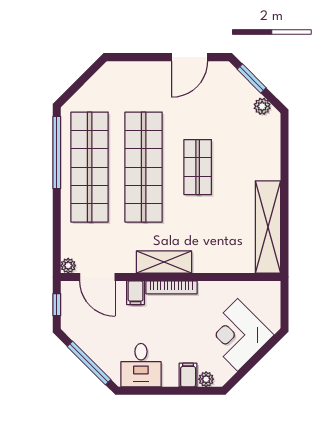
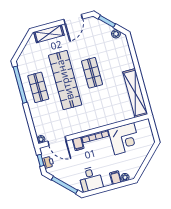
shop shelf: (90, 167) -> (38, 87), width x0.50, depth x0.74
shelving: (164, 262) -> (49, 34), moved
printer: (70, 312) -> (48, 162), added
corner desk: (238, 335) -> (124, 139), moved, turned -135

